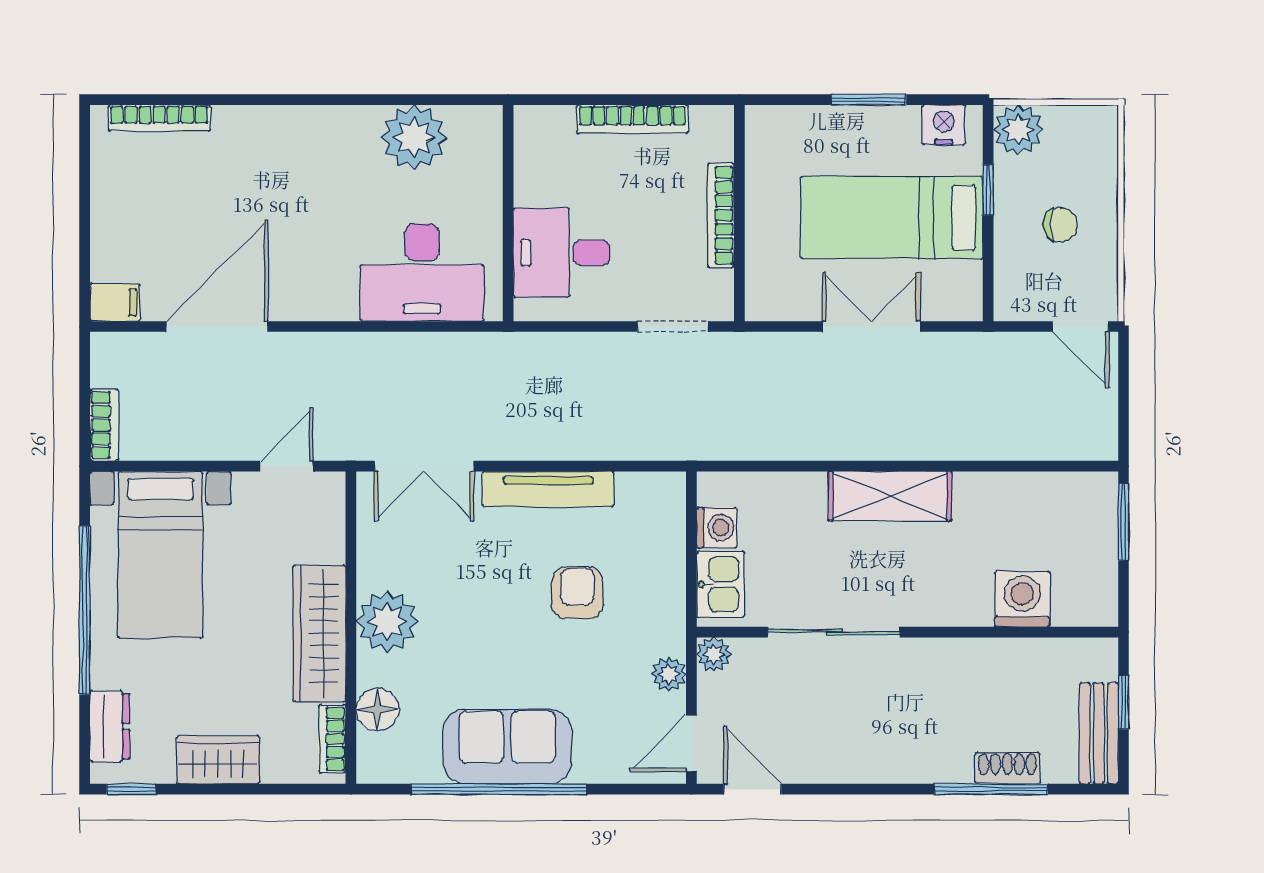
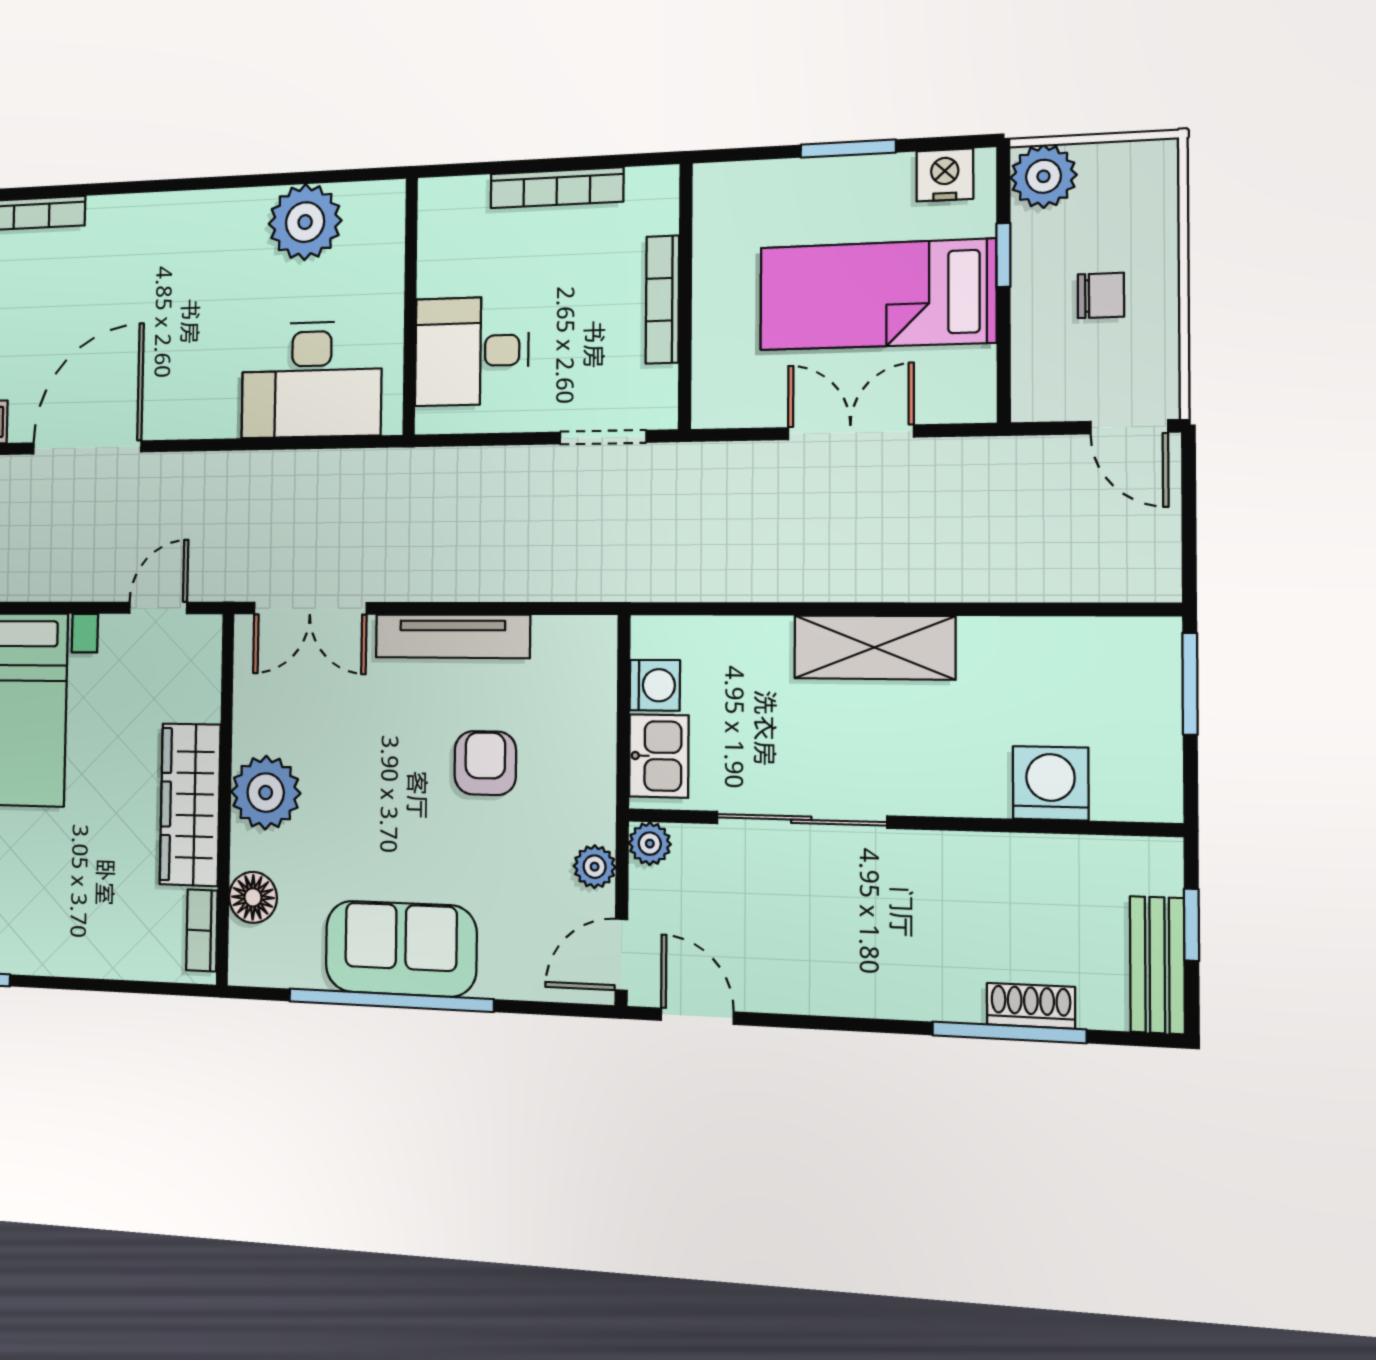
wardrobe: (218, 760) -> (77, 949), removed

